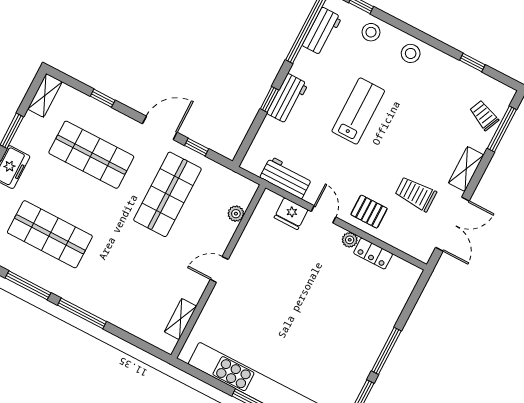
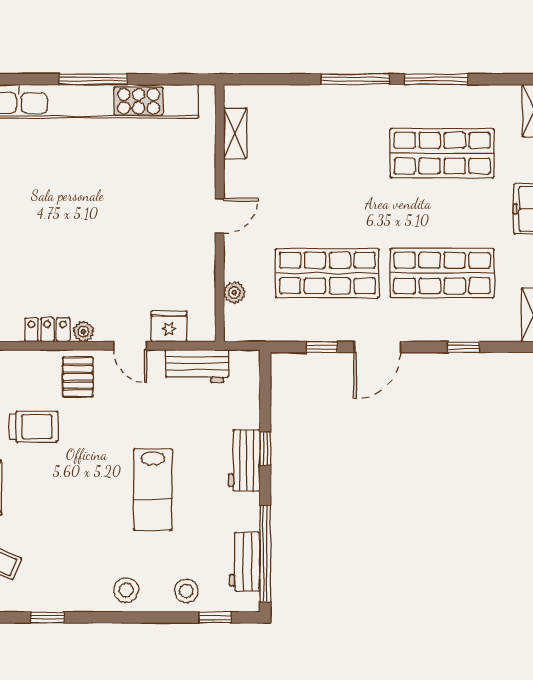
shop shelf: (167, 194) -> (327, 273), turned 90
pallet: (369, 212) -> (78, 377), turned 90

